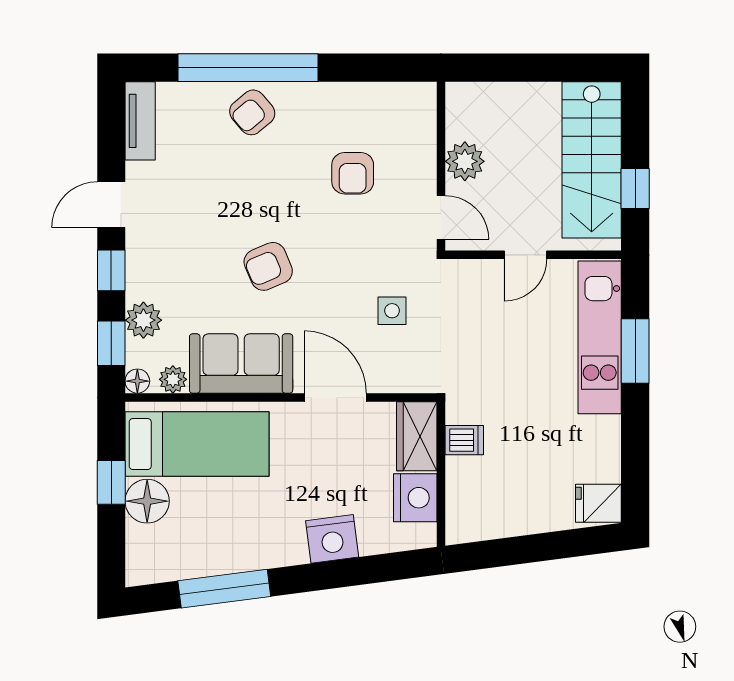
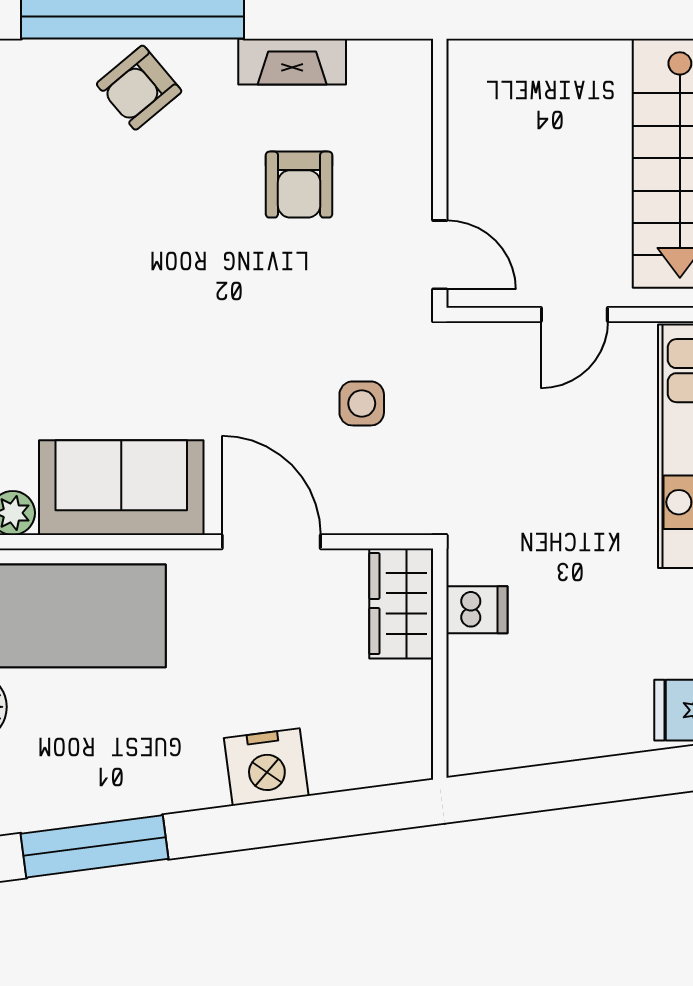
fireplace: (348, 96) -> (292, 62), added
plant: (465, 161) -> (478, 166), removed
armchair: (268, 266) -> (165, 333), removed
nightstand: (415, 498) -> (399, 701), removed

